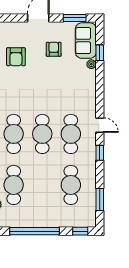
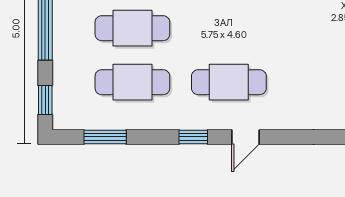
cafe table: (42, 134) -> (132, 28), moved

